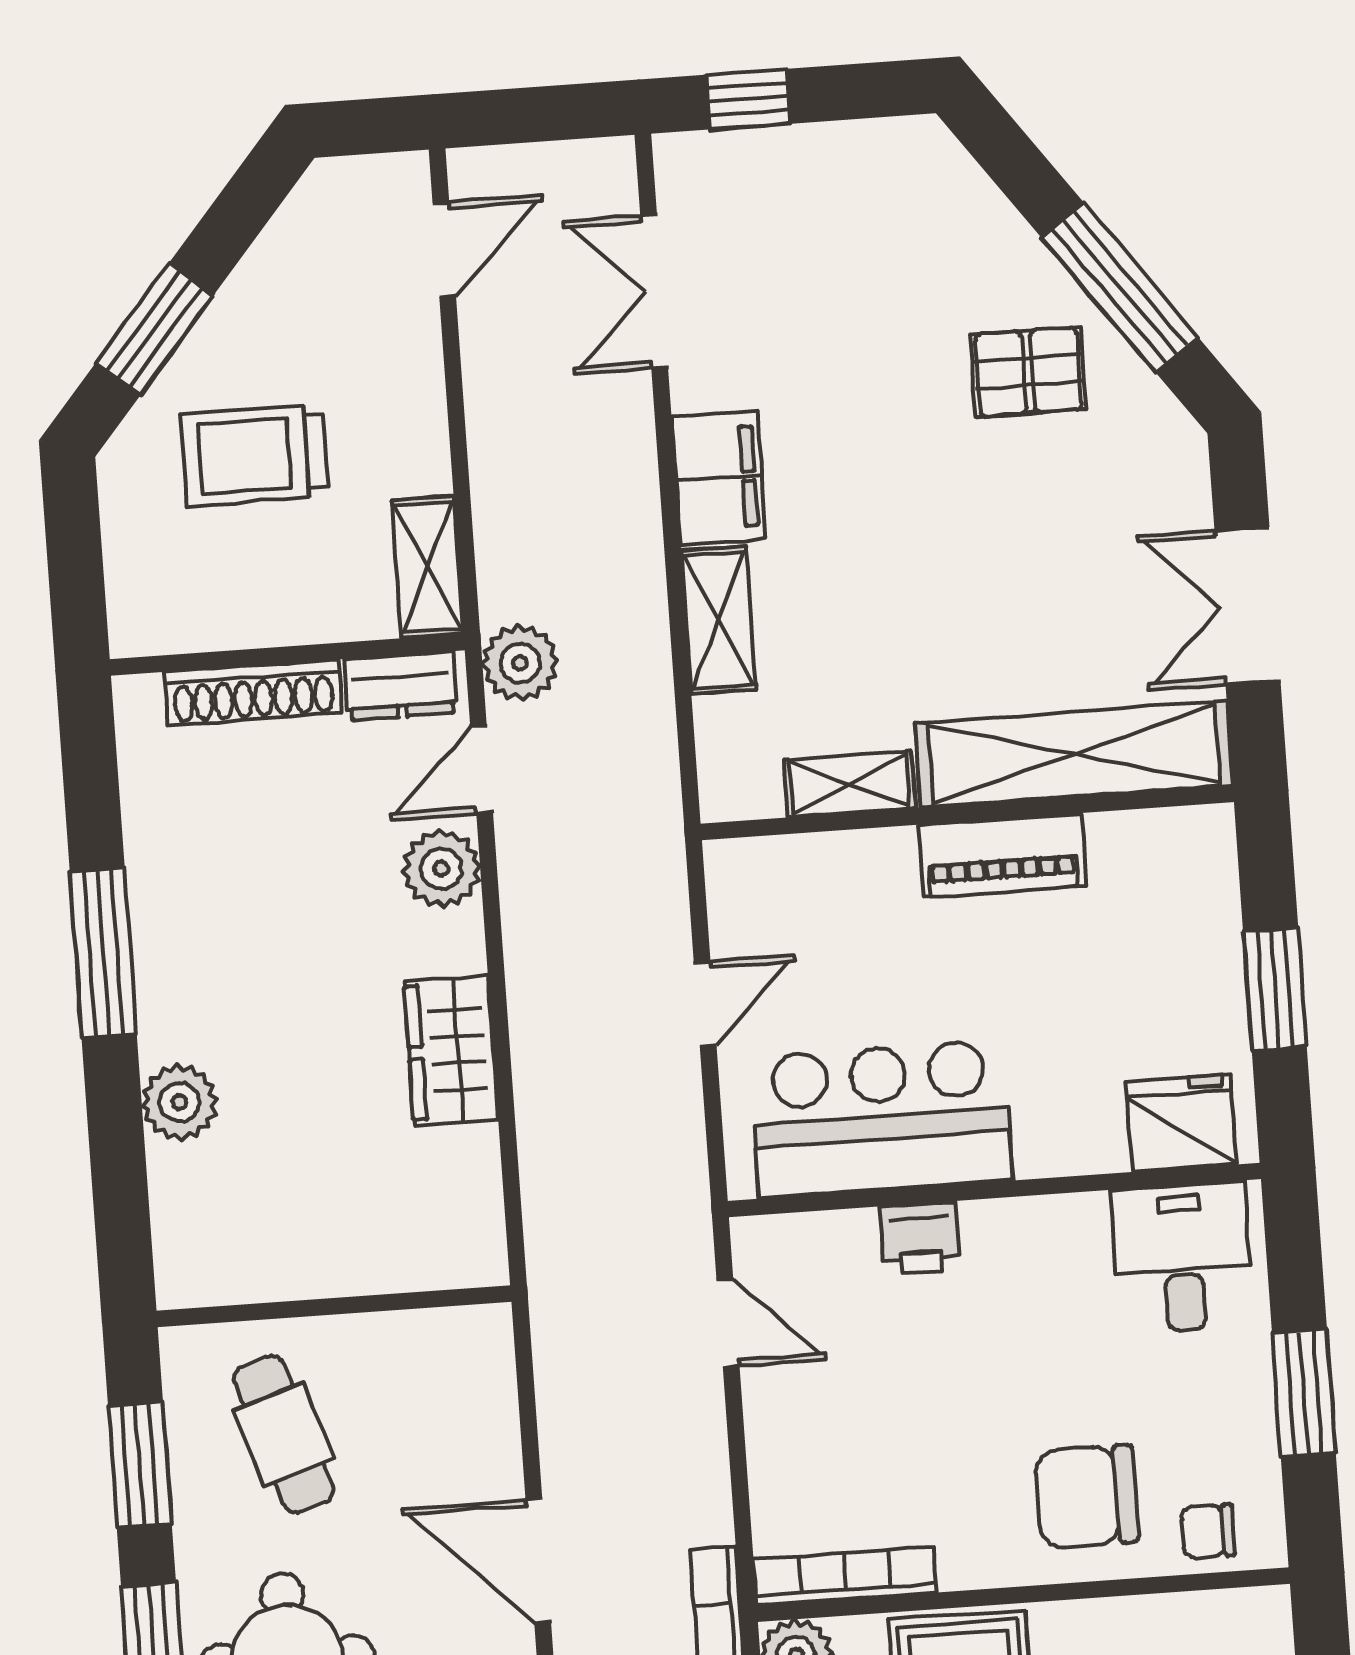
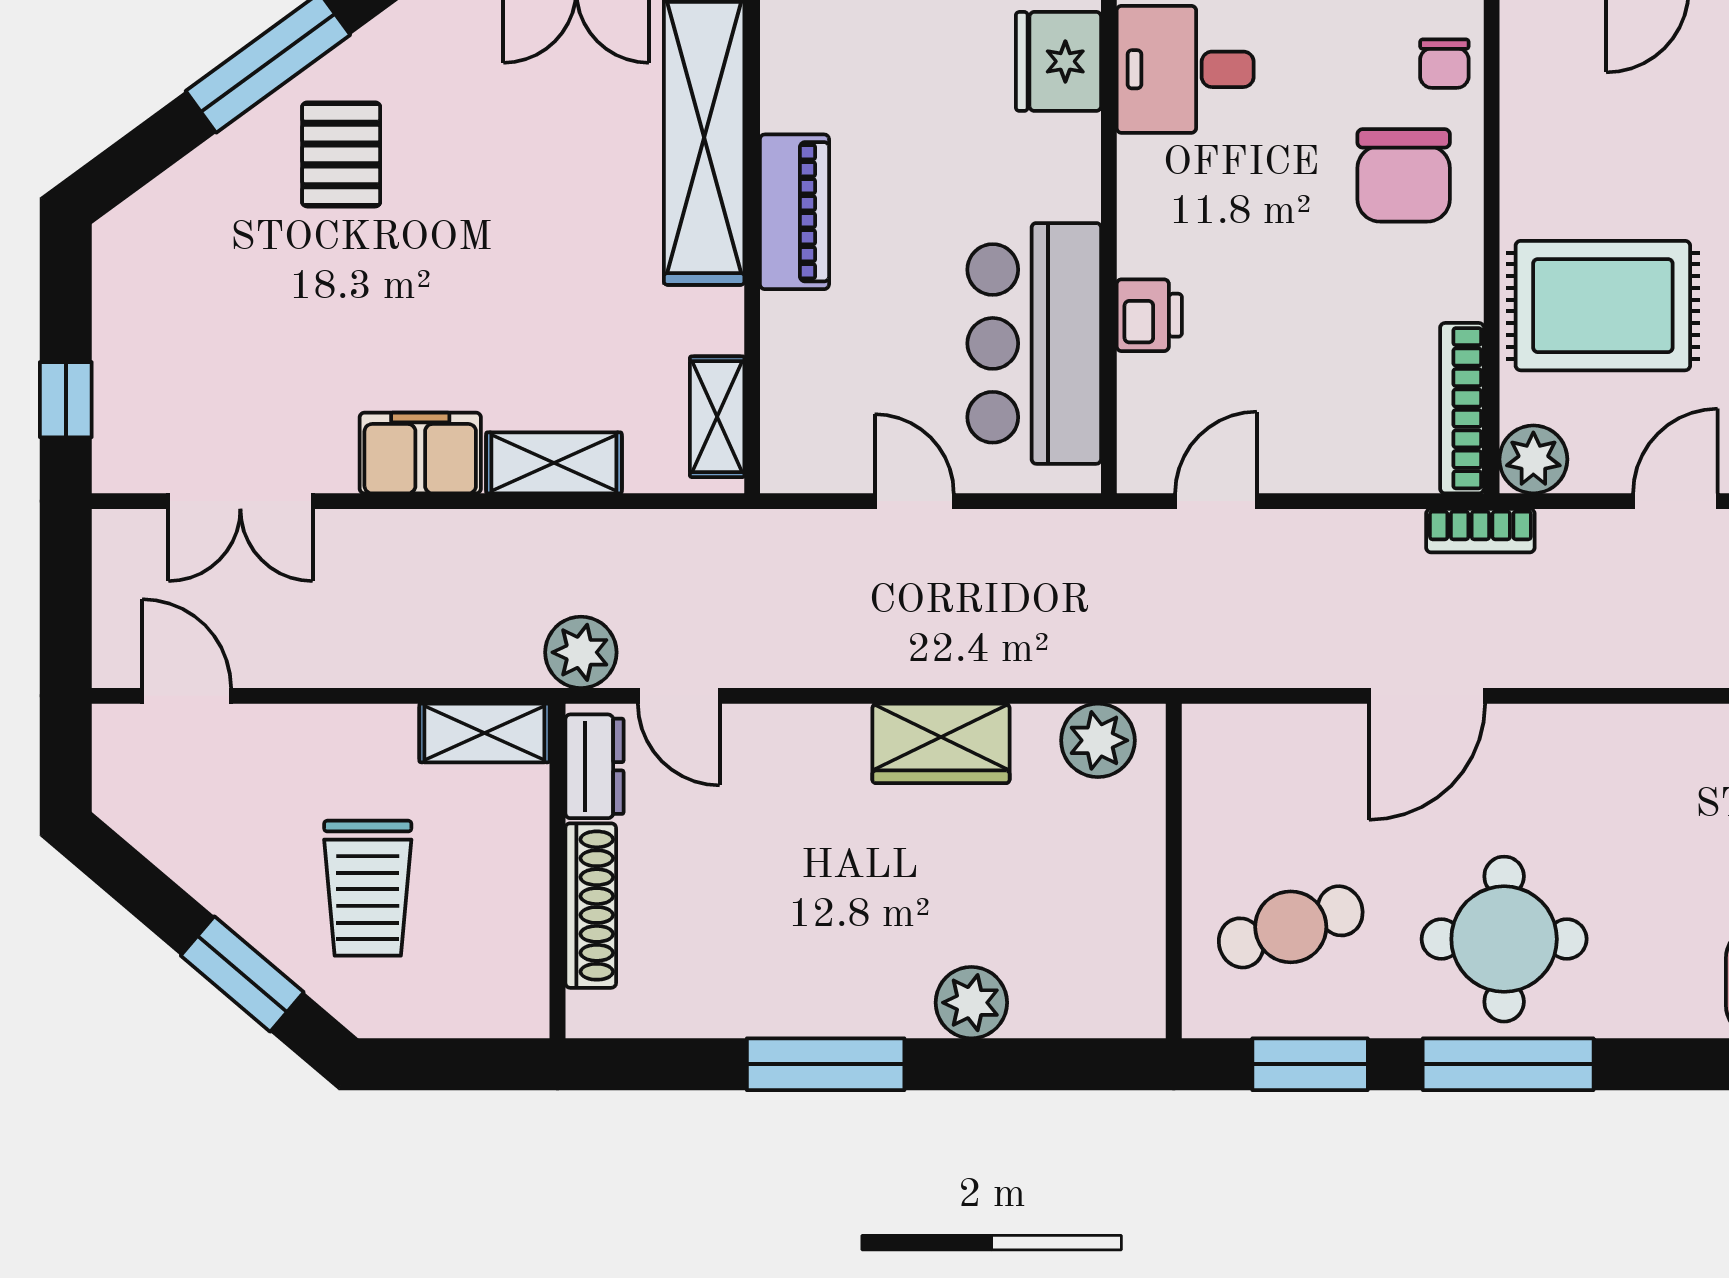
shelving: (850, 784) -> (717, 417), moved
plant: (441, 869) -> (1098, 740), moved

